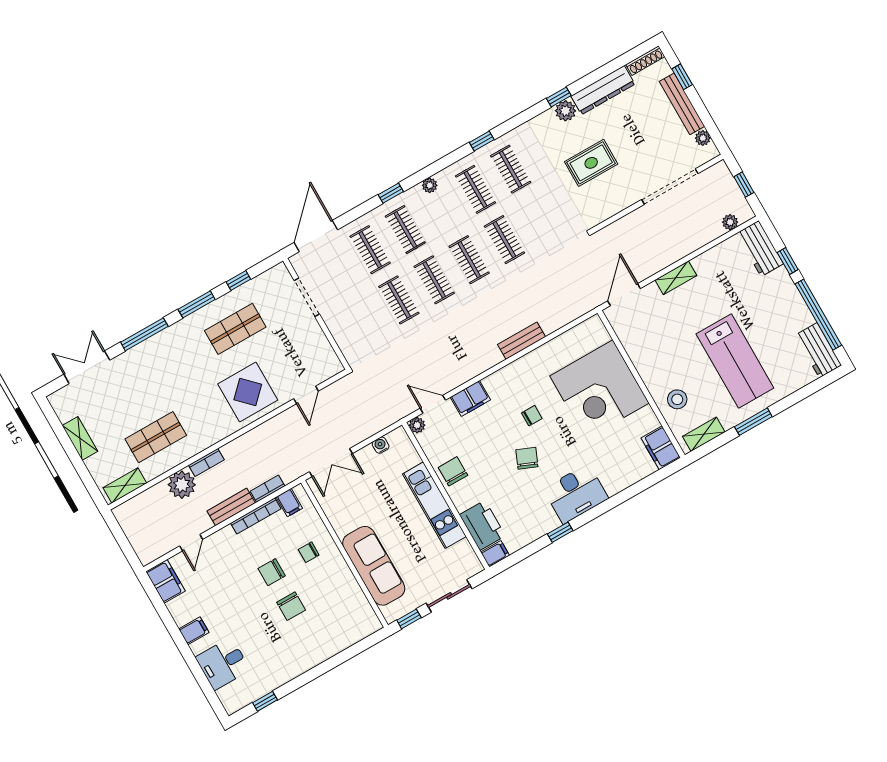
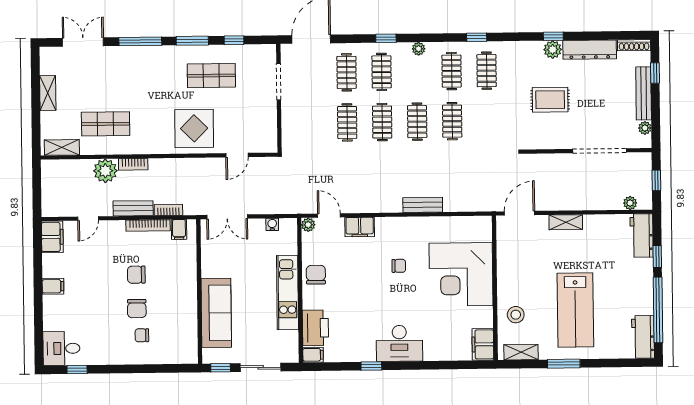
chair: (527, 458) -> (377, 296), removed
chair: (309, 552) -> (142, 335), moved
desk: (223, 664) -> (61, 348), moved

